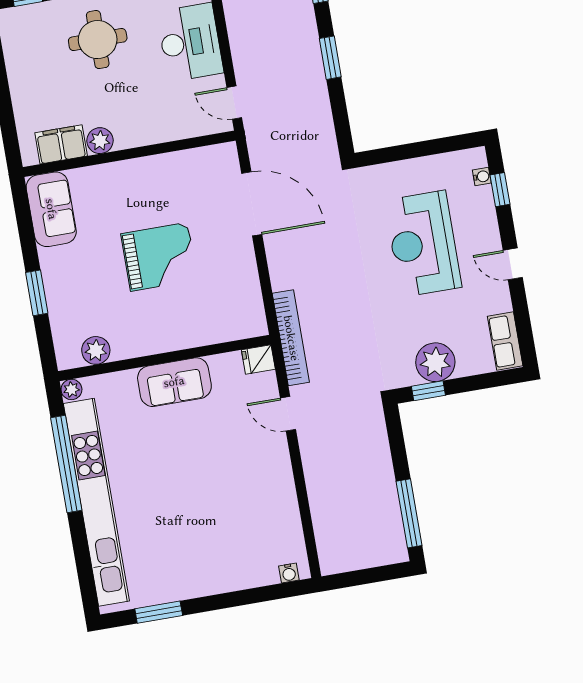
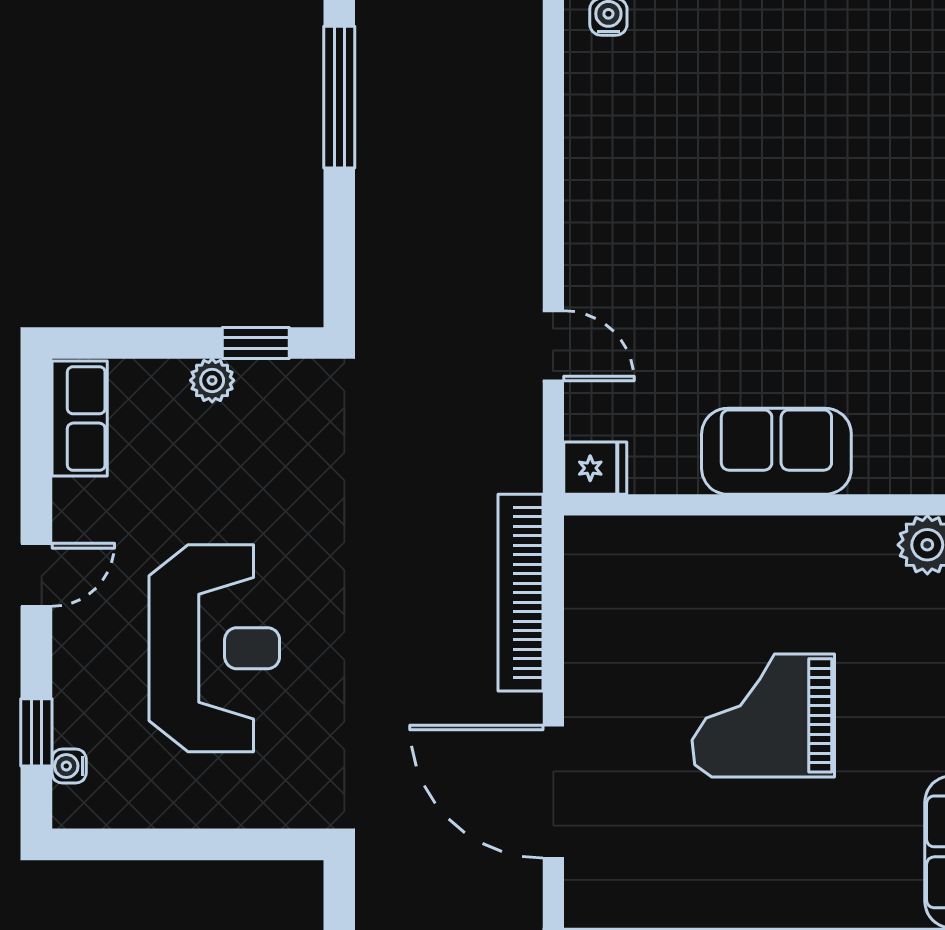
door: (513, 264) -> (36, 575), hinge flipped
bookcase: (291, 338) -> (521, 593), moved
plant: (435, 362) -> (212, 380), width x0.53, depth x0.53

